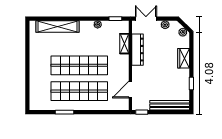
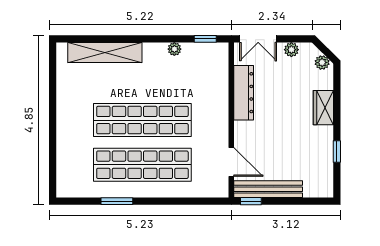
double door: (146, 19) -> (258, 39), swing flipped
shelving: (124, 44) -> (221, 82), removed
door: (130, 90) -> (231, 162), swing flipped
bench: (170, 105) -> (268, 189), moved

